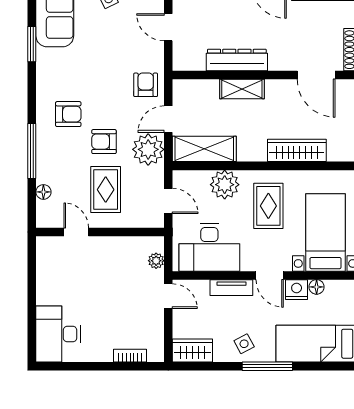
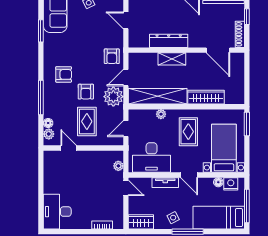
armchair: (146, 85) -> (112, 56), turned 180
armchair: (104, 142) -> (86, 92), turned -90
shelving: (204, 149) -> (158, 96), width x1.47
plant: (225, 185) -> (161, 114), width x0.53, depth x0.53
door: (168, 201) -> (126, 129), swing flipped
plant: (44, 210) -> (49, 134), added
nightstand: (297, 290) -> (231, 184), moved

